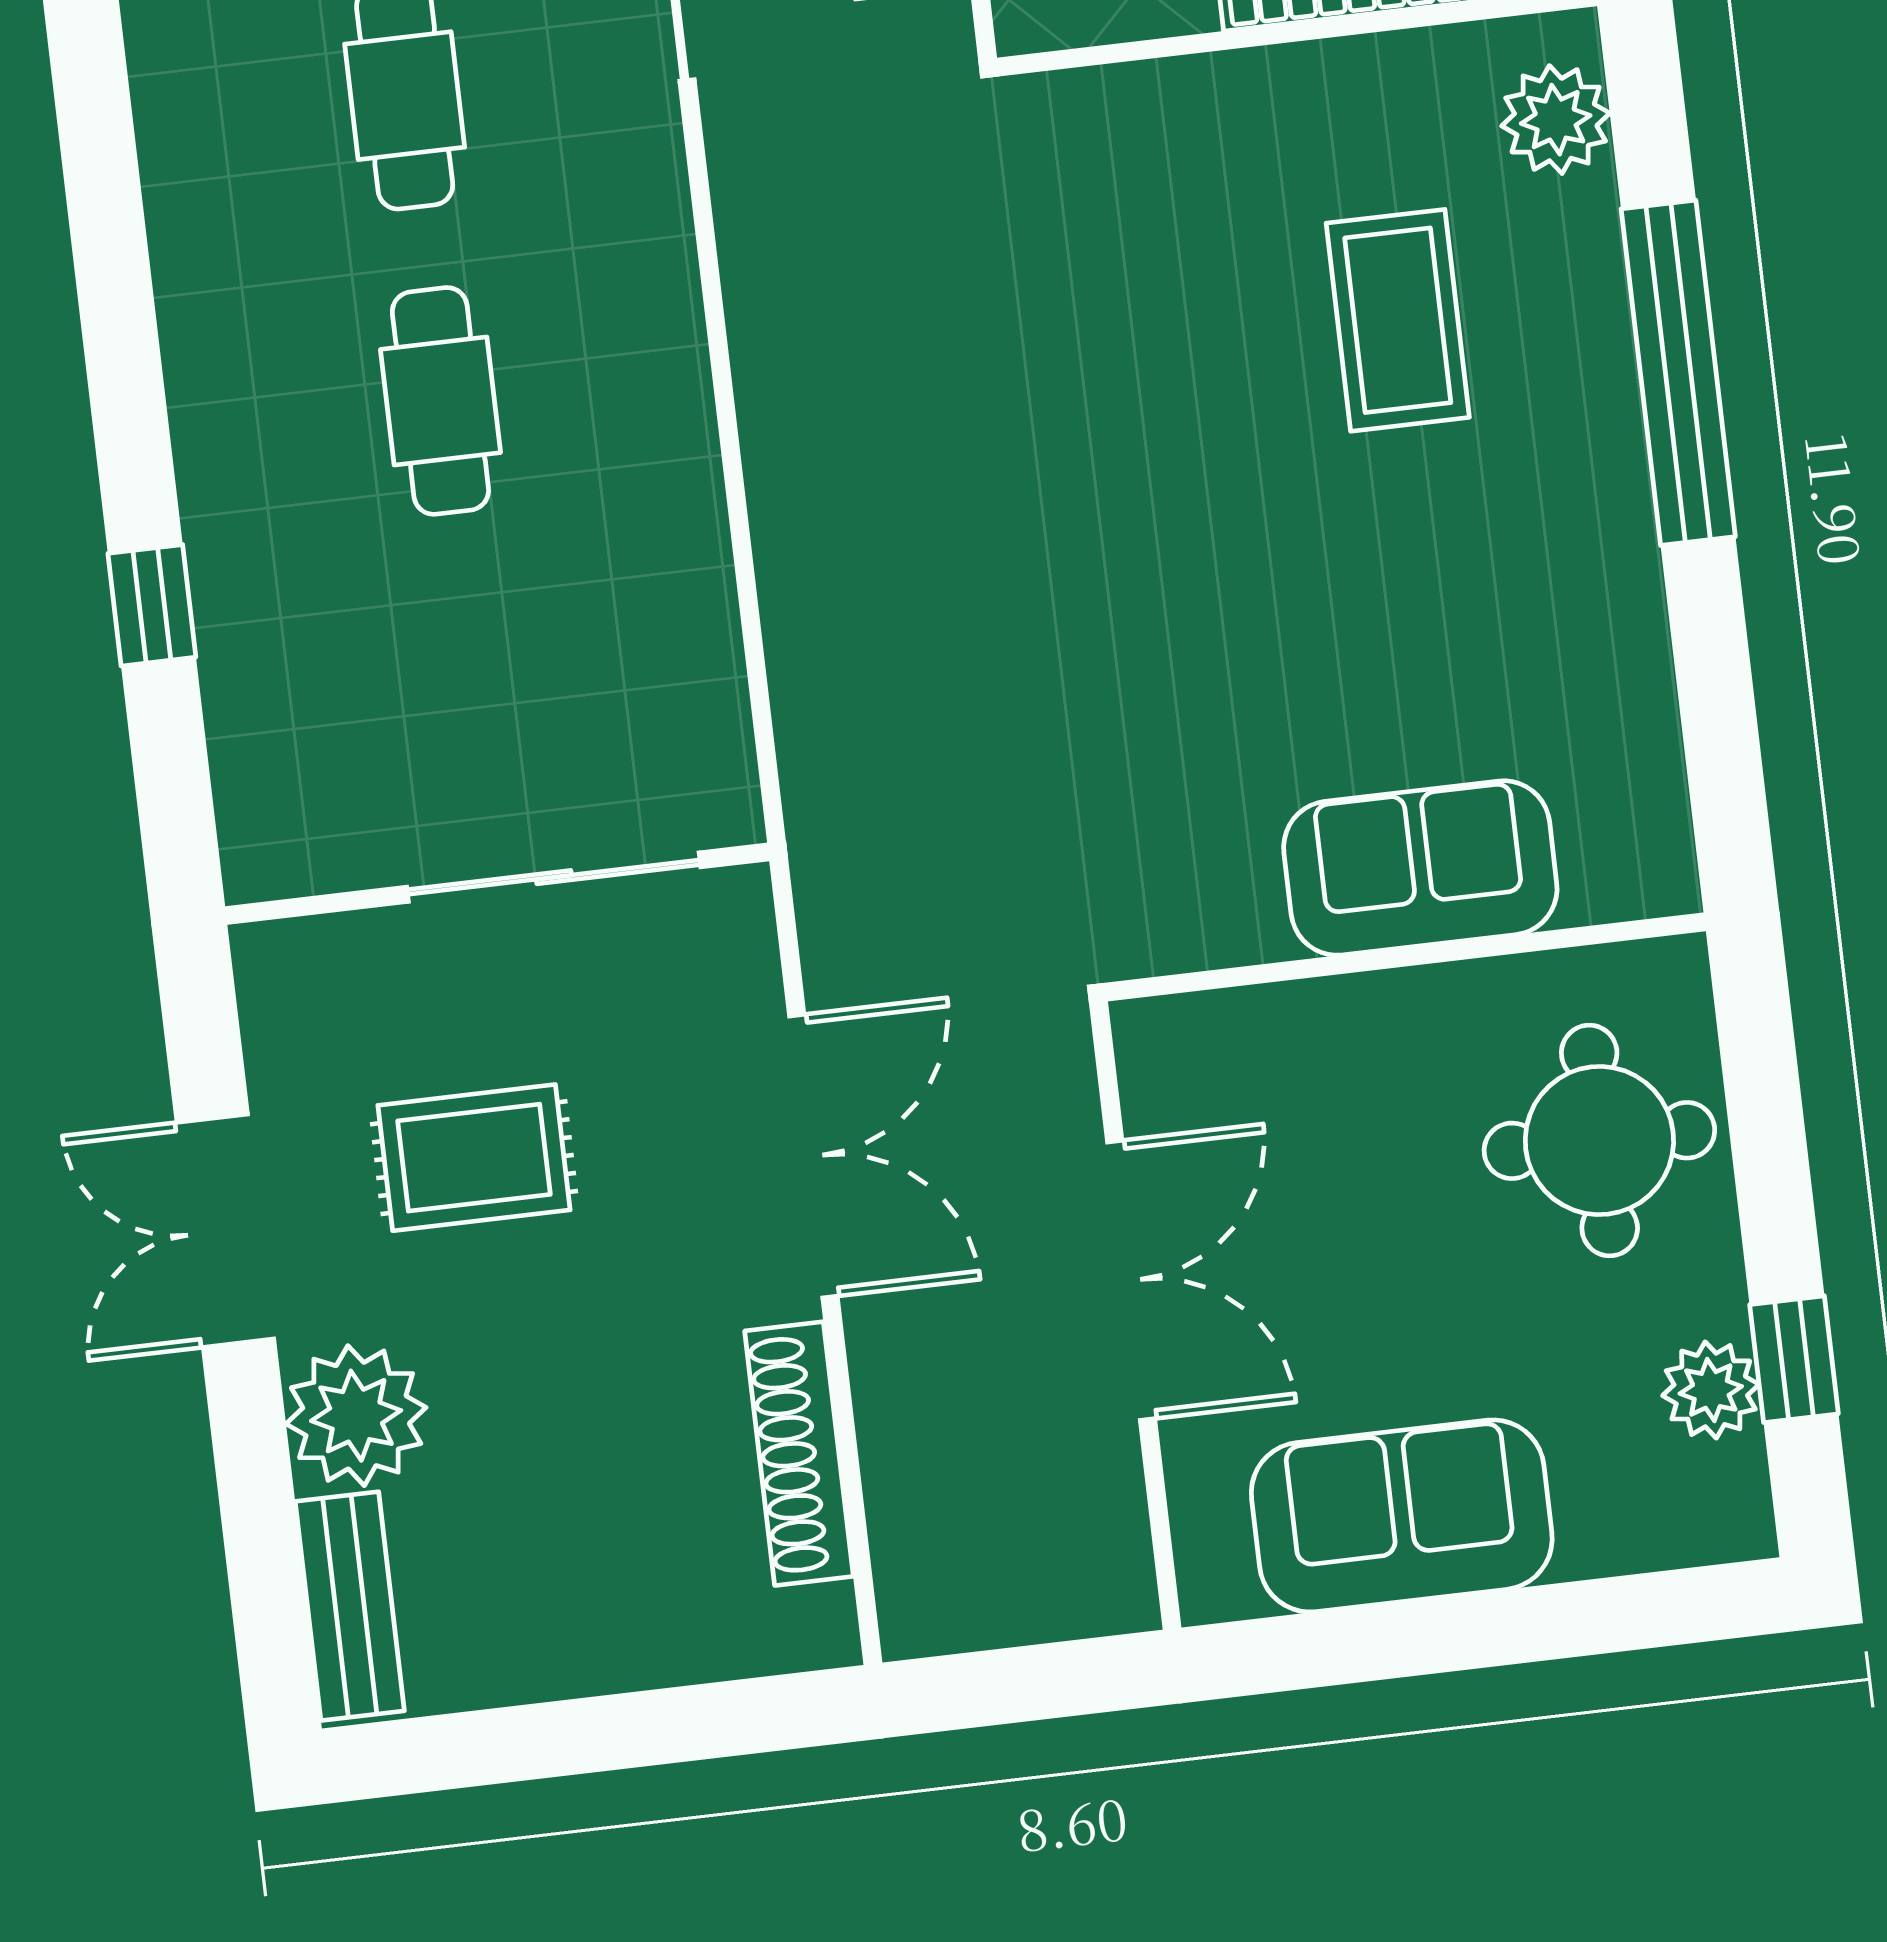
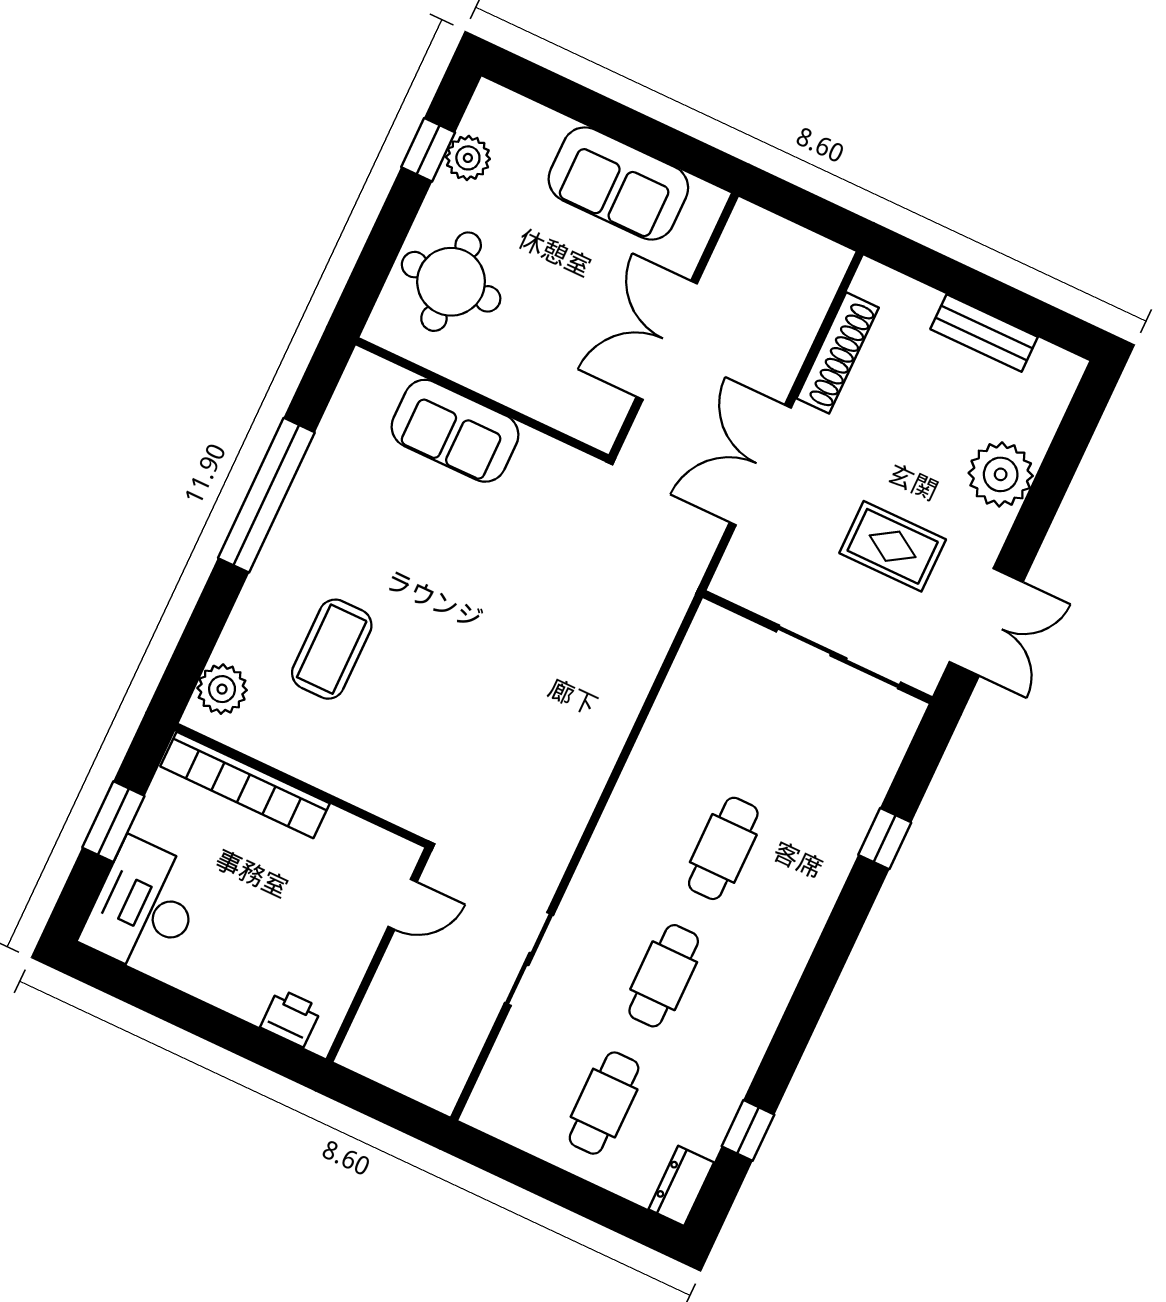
window: (1678, 373) -> (266, 495), moved
sliding door: (554, 877) -> (838, 657), moved
double door: (225, 1231) -> (986, 622), moved
bench: (350, 1606) -> (984, 333), moved, turned 90

